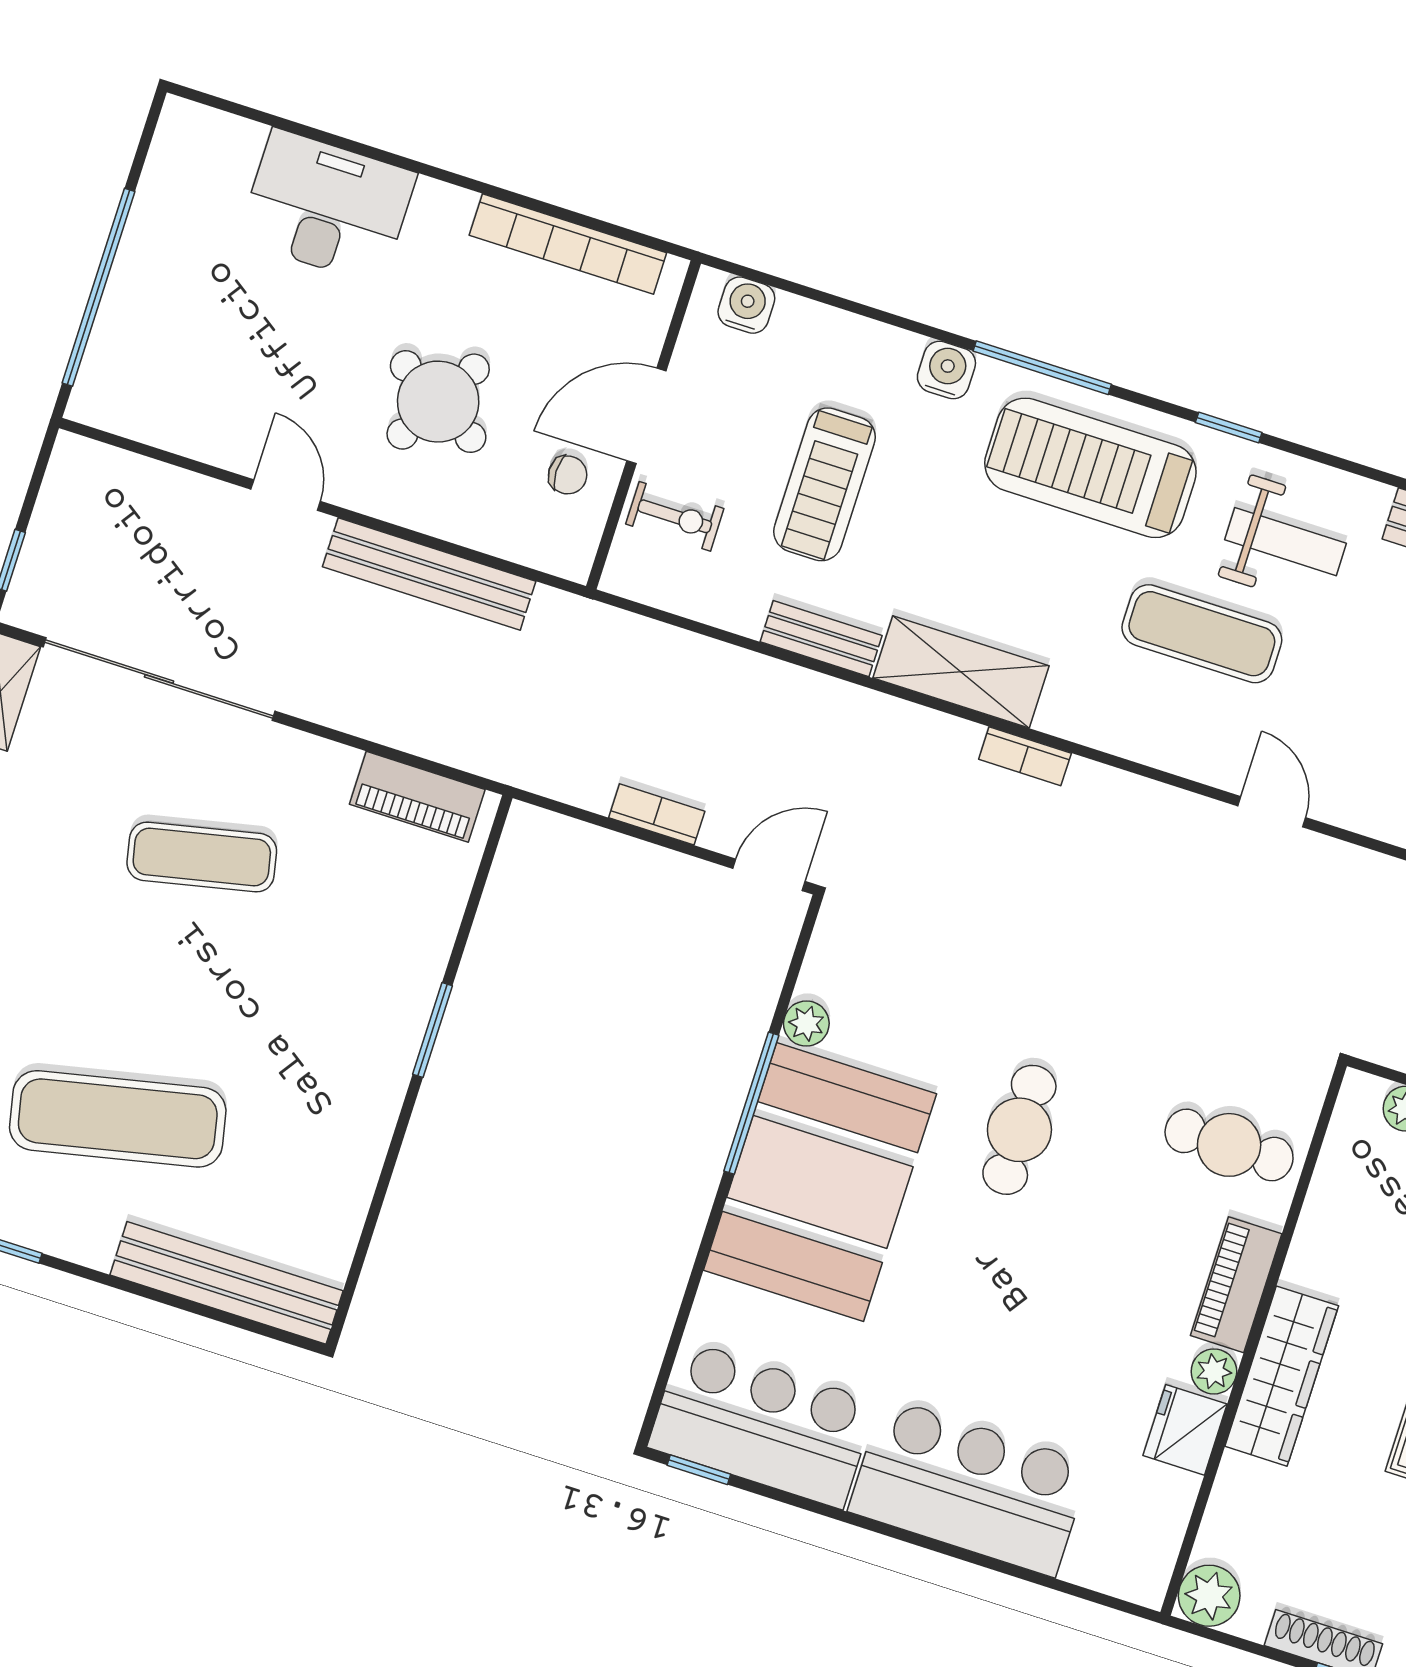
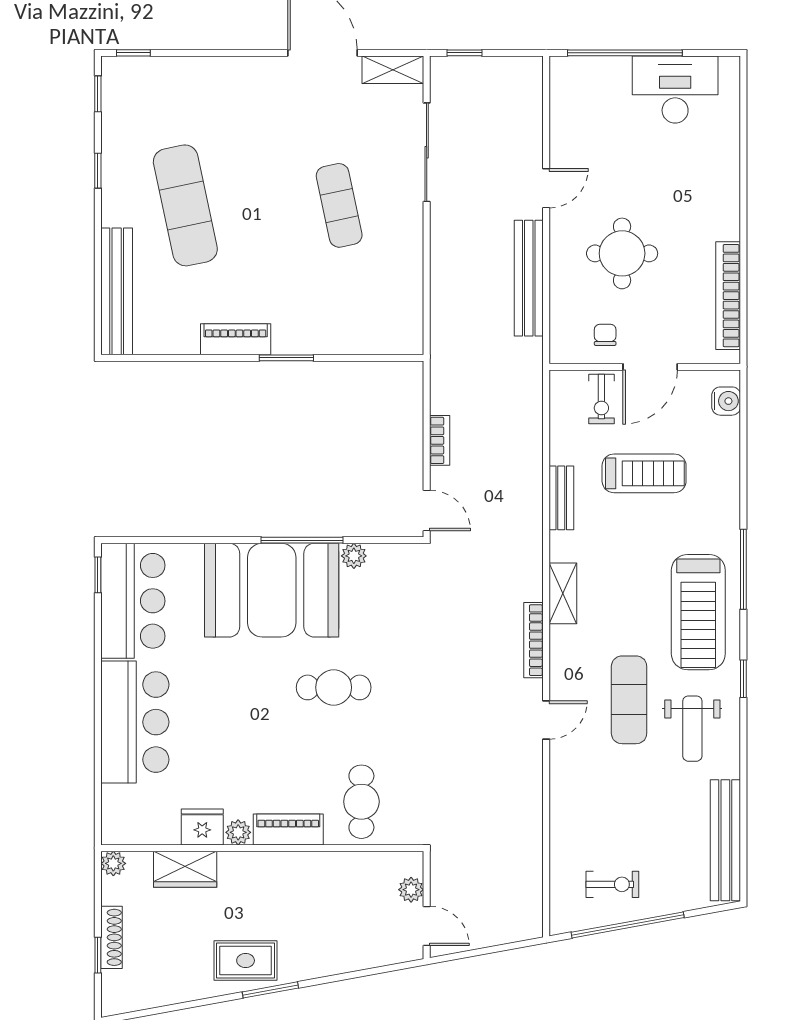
desk: (327, 207) -> (675, 90), moved, turned -90
water cooler: (946, 370) -> (726, 519), removed
round table: (438, 402) -> (622, 253), turned -30
door: (646, 416) -> (650, 367), swing flipped
treadmill: (1090, 468) -> (698, 612), turned 180
chair: (568, 475) -> (605, 335), turned 180
treadmill: (825, 484) -> (644, 473), turned 180
shelving: (961, 672) -> (563, 593), width x0.67, depth x0.75
sliding door: (159, 679) -> (427, 152), width x0.73
bookcase: (1025, 756) -> (534, 640), width x1.56
piano: (417, 797) -> (236, 339), moved, turned 90
door: (1272, 812) -> (546, 720), moved
wardrobe: (1282, 1376) -> (185, 869), moved, width x0.67
plant: (1209, 1596) -> (113, 863), width x0.73, depth x0.73

